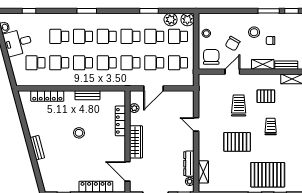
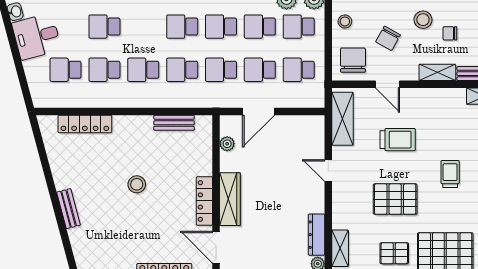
school desk: (83, 36) -> (143, 27), removed
door: (232, 72) -> (388, 84), swing flipped
shelving: (205, 93) -> (342, 119), added
bench: (87, 95) -> (174, 123), moved
pallet: (266, 96) -> (394, 253), moved
trolley: (239, 106) -> (398, 140), turned 90
locker: (120, 121) -> (204, 201), moved

